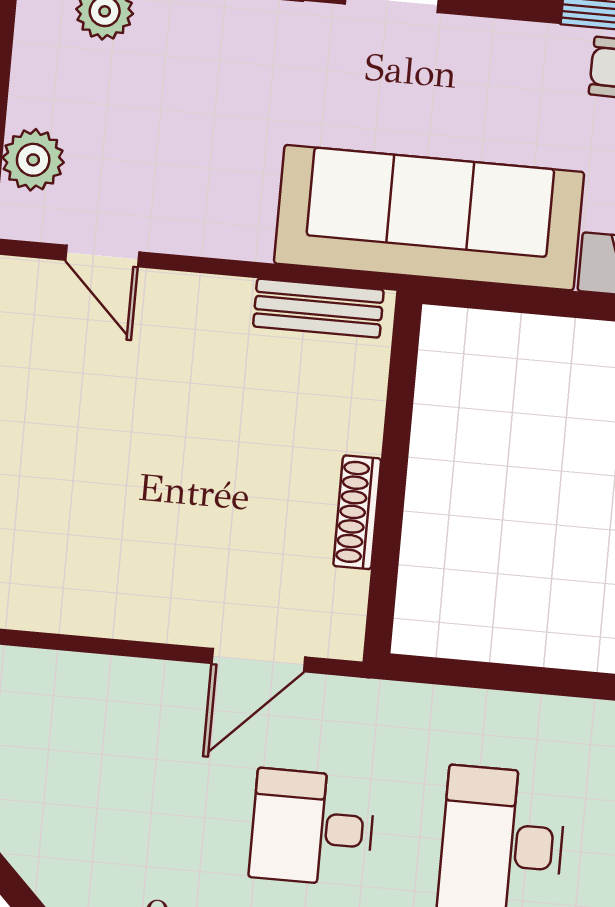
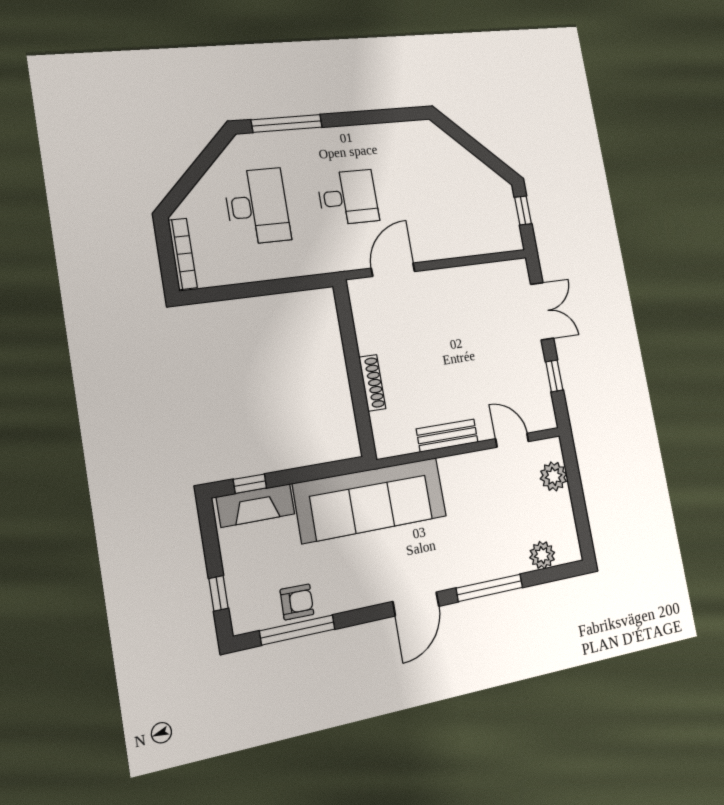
bench: (318, 308) -> (447, 436), moved
shoe rack: (357, 512) -> (372, 383), moved

